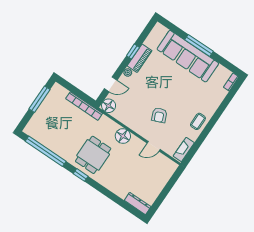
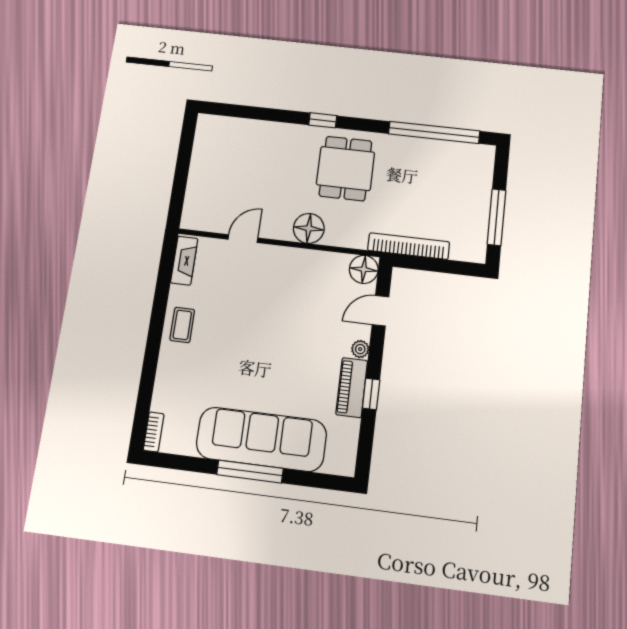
armchair: (159, 115) -> (261, 300), removed
window: (81, 175) -> (323, 120), moved
dresser: (138, 204) -> (222, 125), removed

